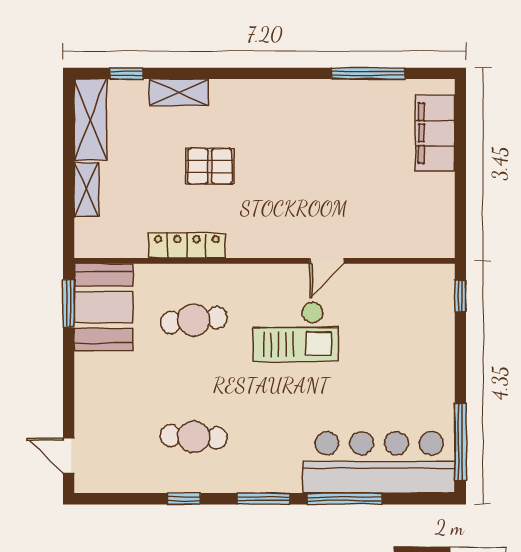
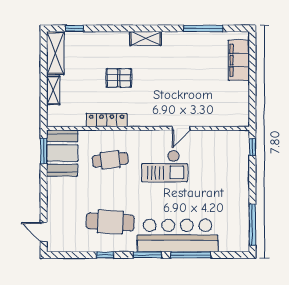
shelving: (179, 92) -> (145, 38), moved
cafe table: (194, 437) -> (110, 222), width x1.37, depth x1.35
bar counter: (379, 462) -> (177, 236), moved

